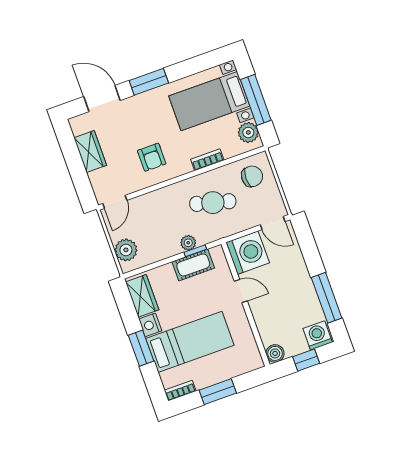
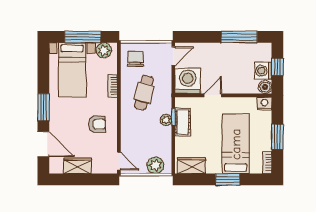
door: (102, 99) -> (43, 144), swing flipped
nightstand: (150, 325) -> (265, 104), moved, turned 180
washing machine: (318, 335) -> (263, 71), moved

